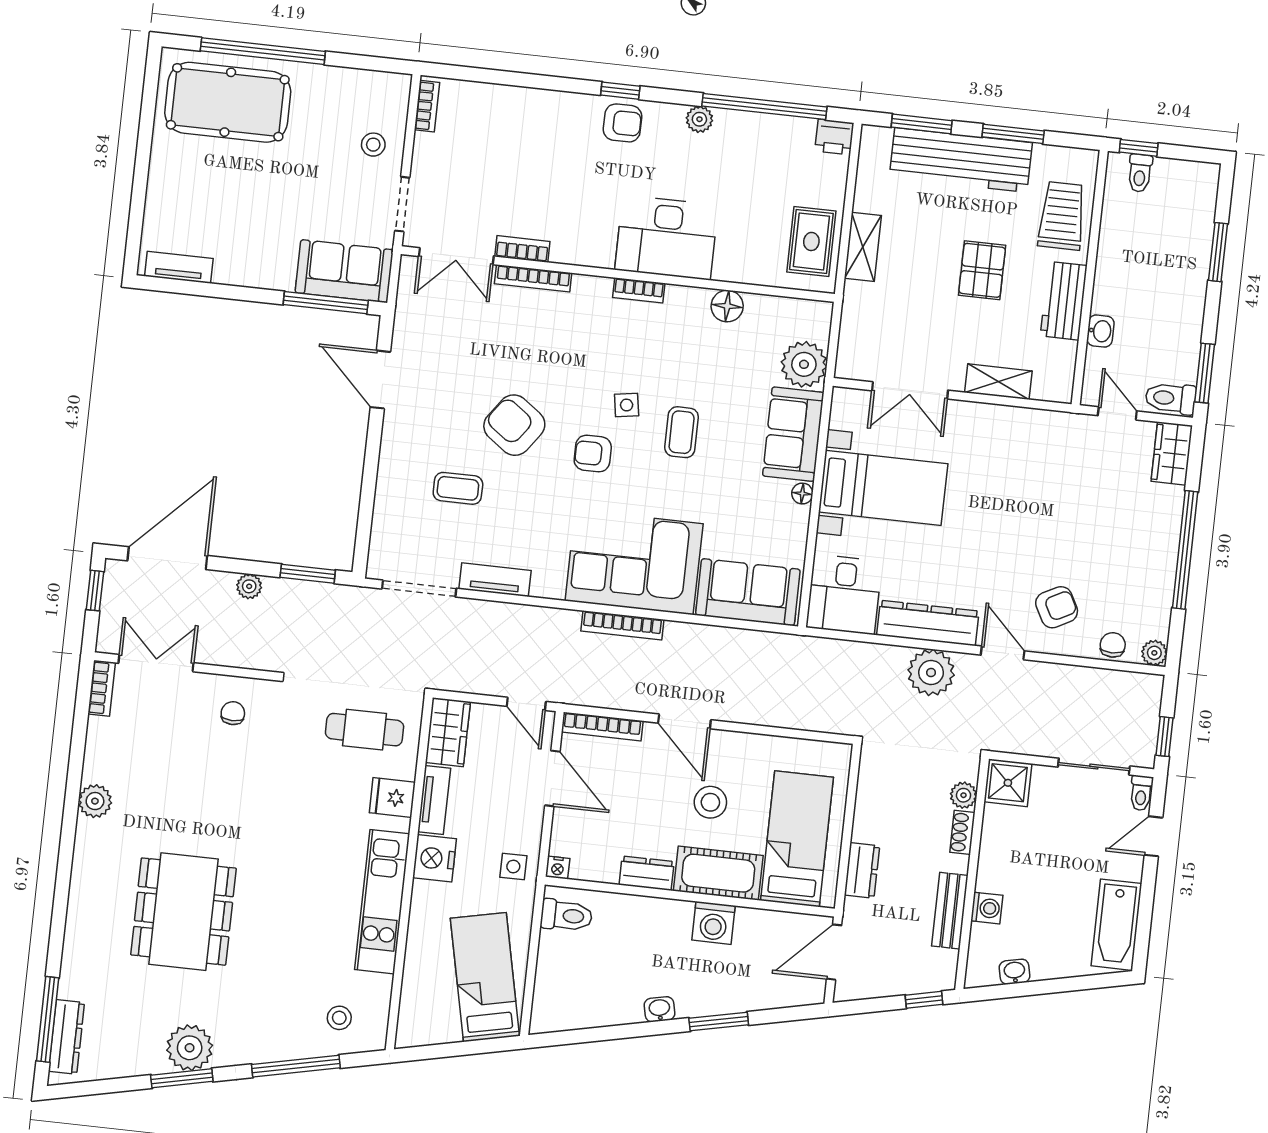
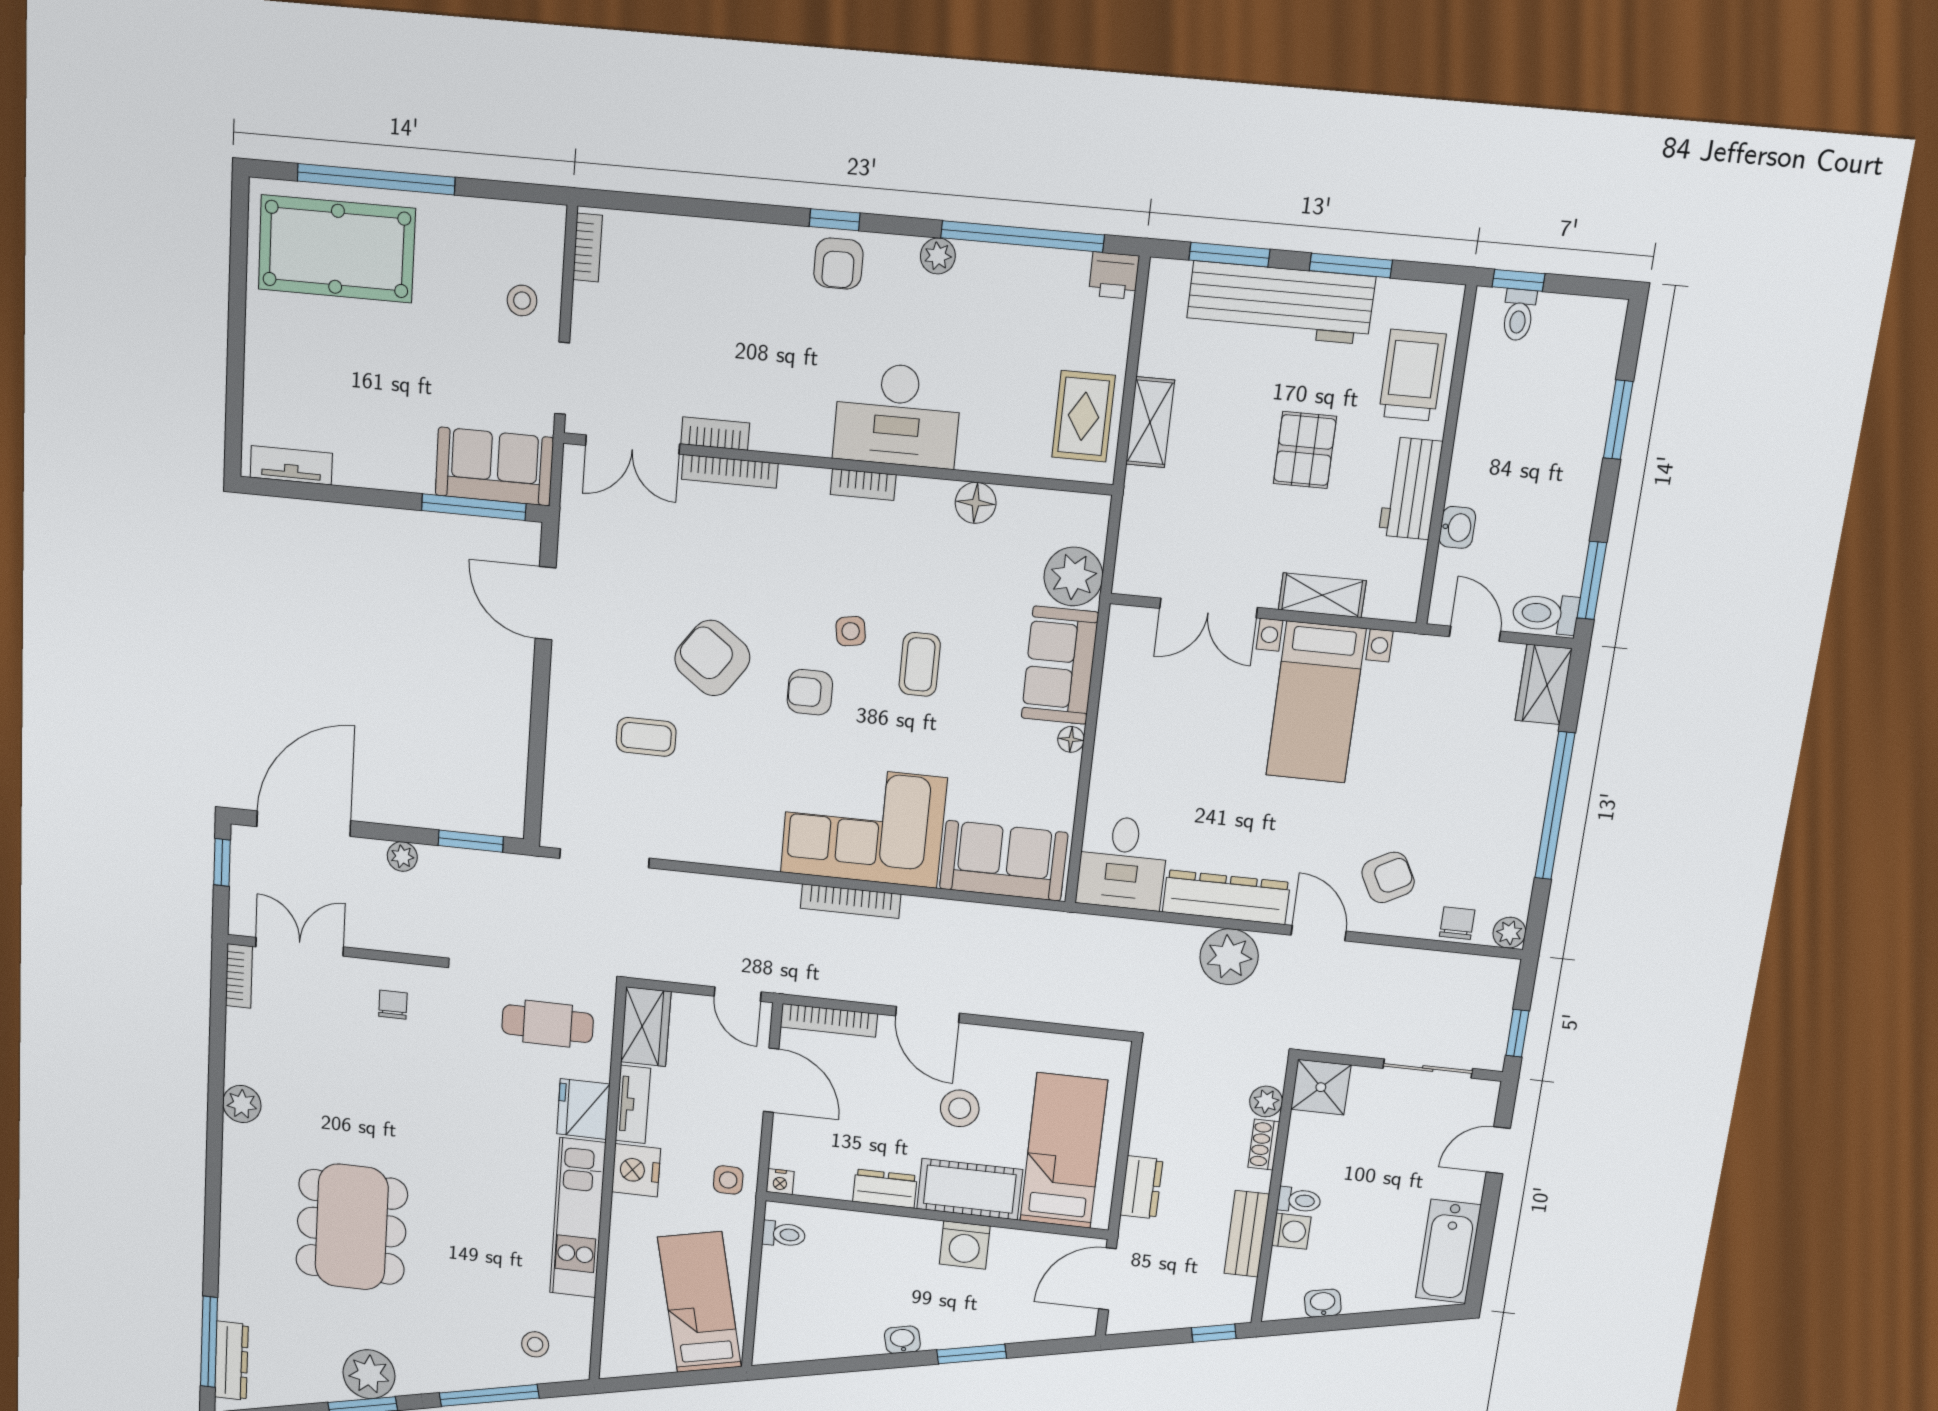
armchair: (623, 123) -> (838, 264), turned 90
bed with nightstands: (883, 488) -> (1316, 702), moved, turned 90
tv unit: (495, 580) -> (695, 847), removed
toilet: (1141, 793) -> (1299, 1200), moved, turned -90
fridge: (392, 797) -> (583, 1109), width x1.38
toilet: (566, 915) -> (784, 1234), width x0.73, depth x0.72

